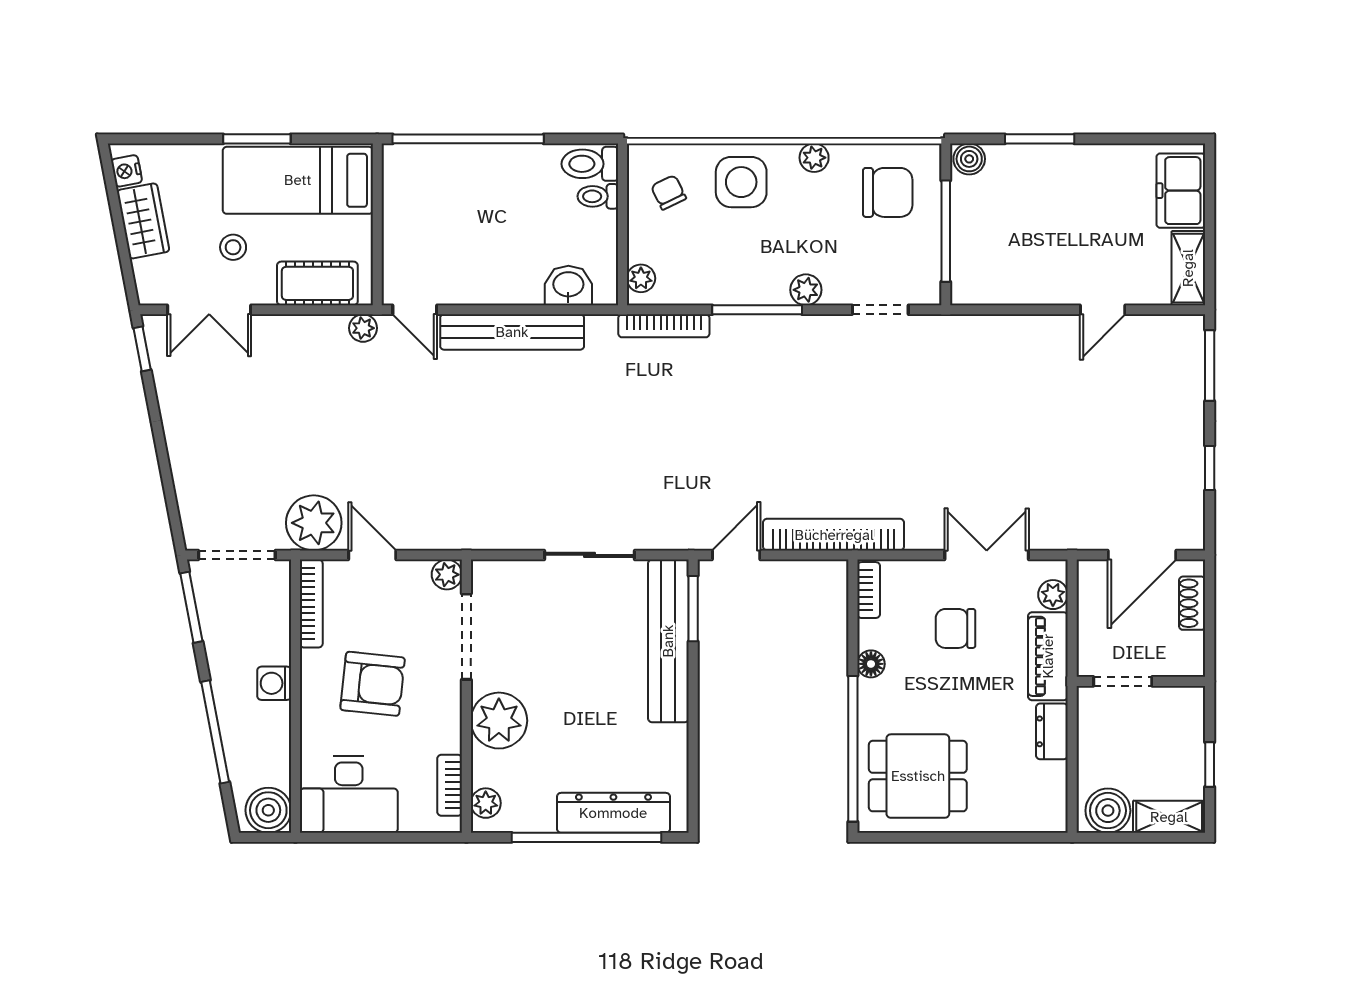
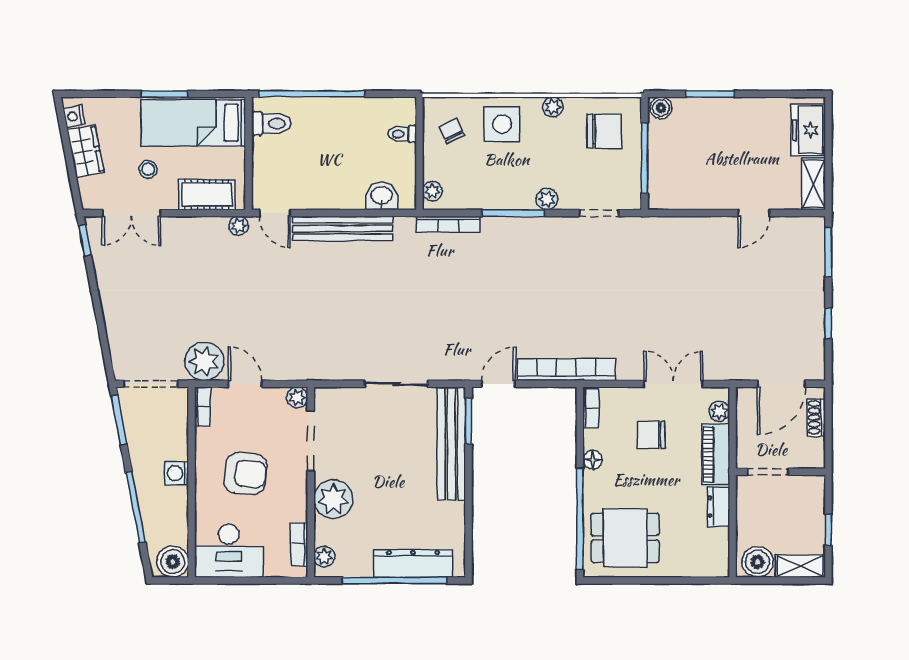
toilet: (590, 164) -> (271, 124), moved, turned 180
bookcase: (311, 604) -> (203, 407), width x0.64

